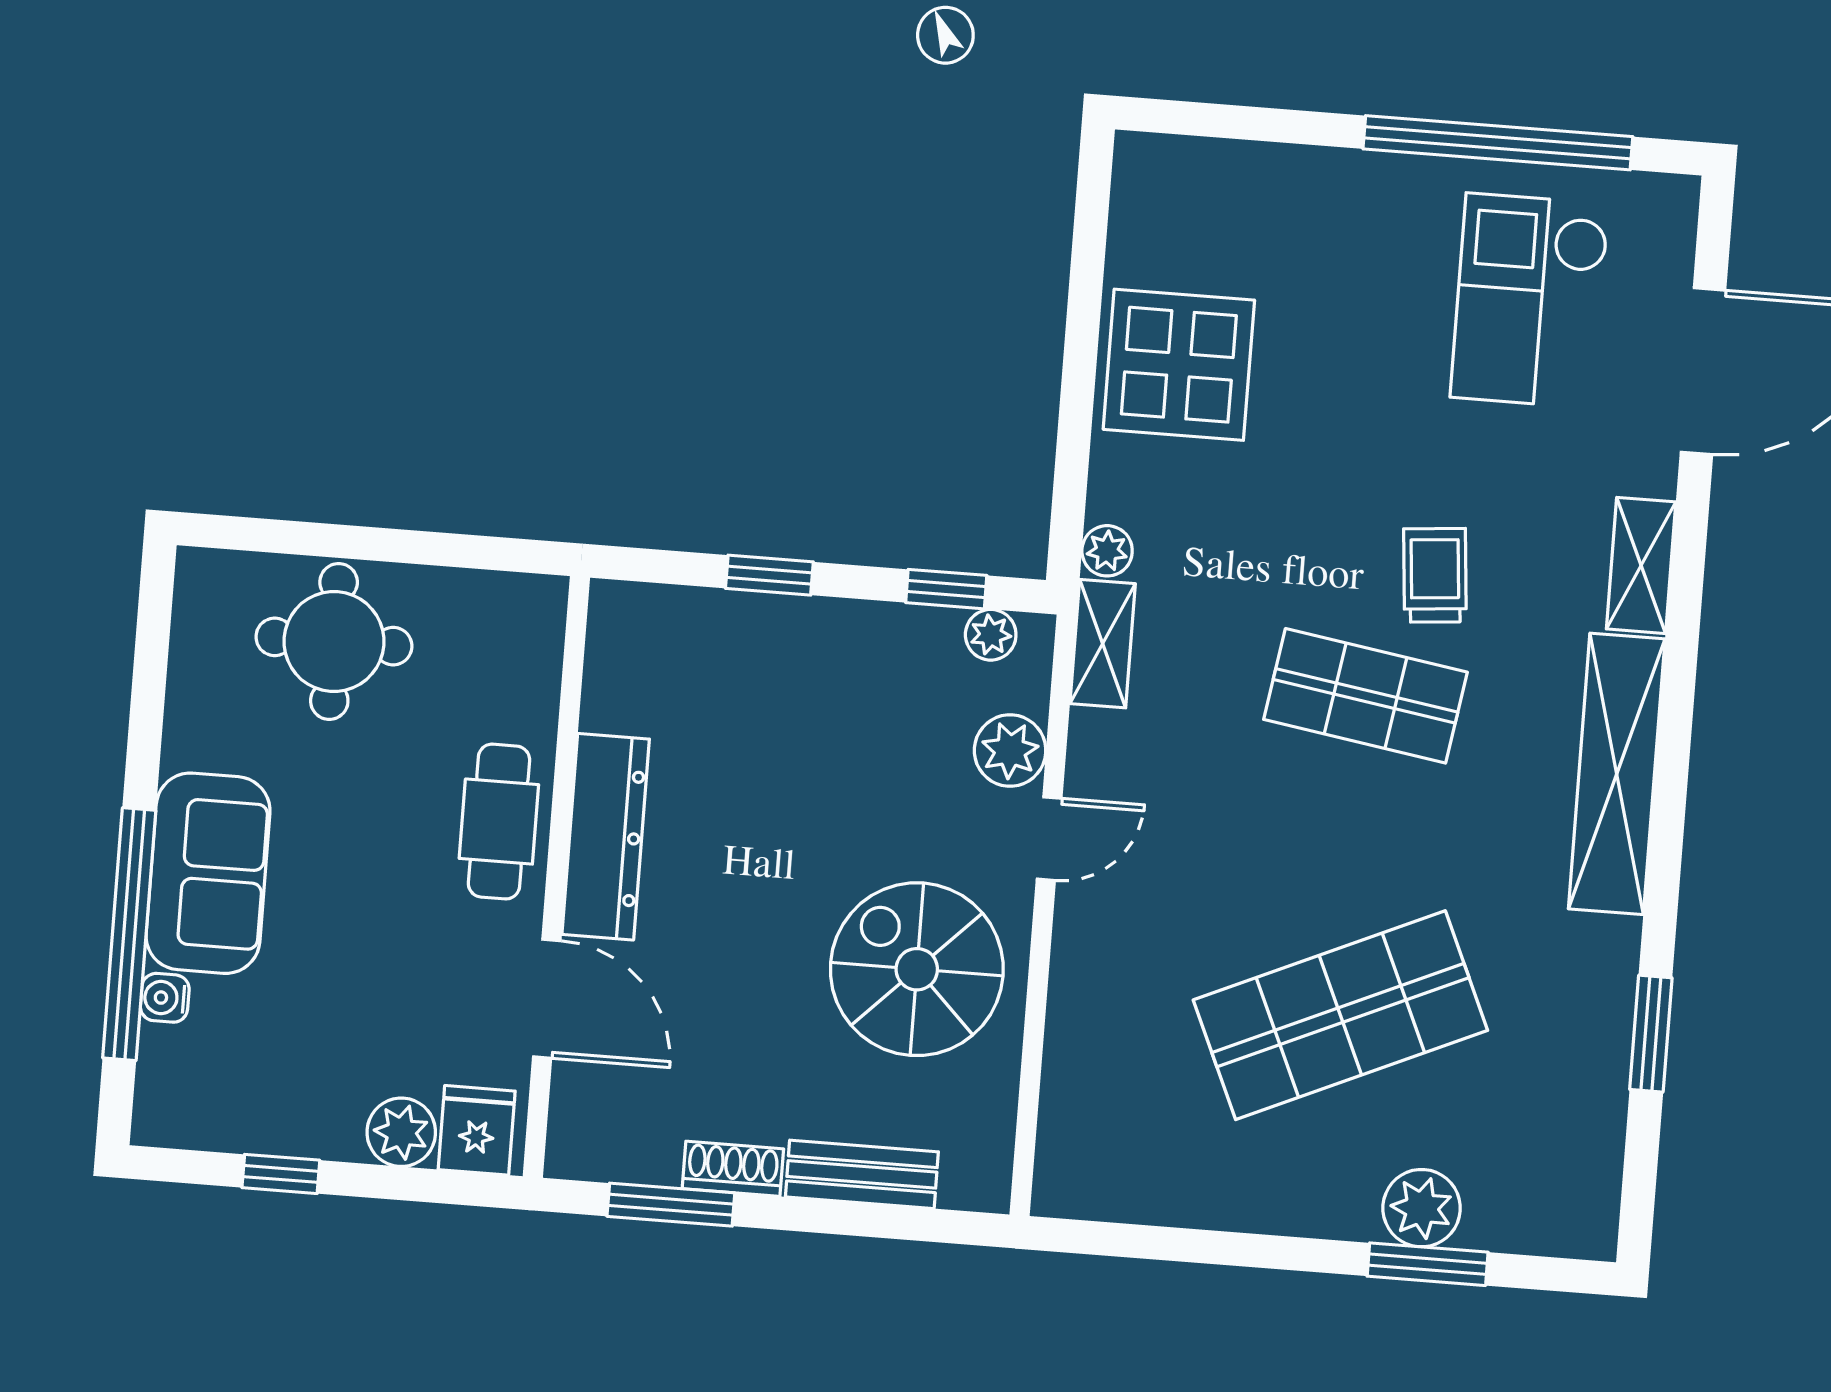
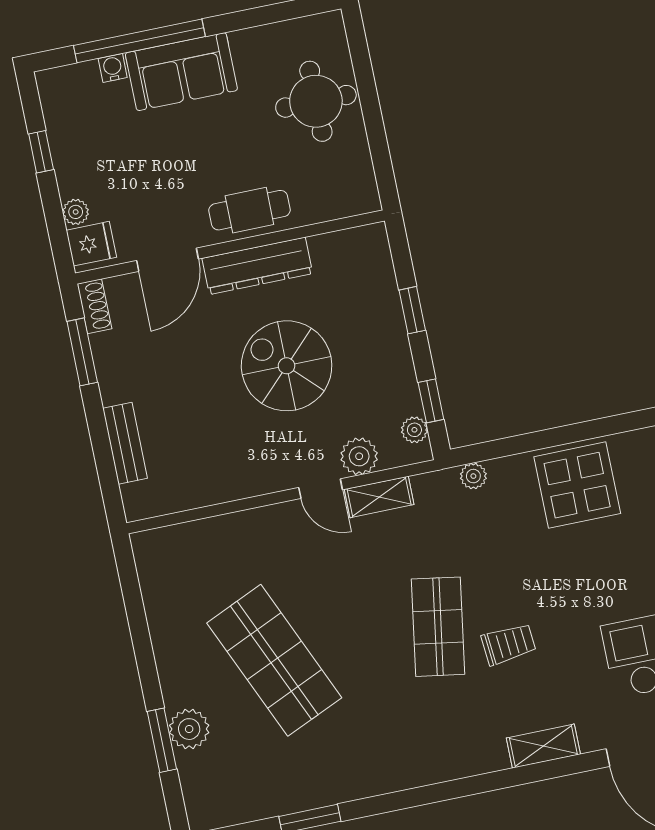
shelving: (1103, 644) -> (379, 497), moved
shelving: (1617, 774) -> (435, 764), removed
spiral stairs: (917, 969) -> (287, 366), moved, turned -90
plant: (401, 1132) -> (76, 212), width x0.73, depth x0.73
shoe rack: (733, 1169) -> (94, 306), moved

